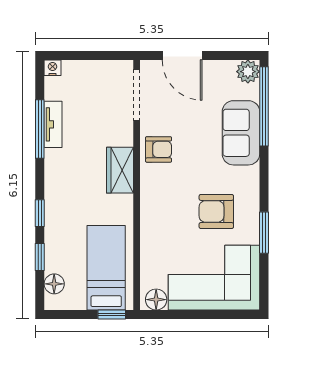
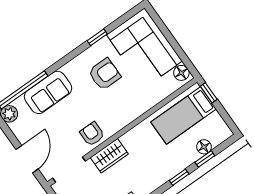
wardrobe: (120, 170) -> (109, 156), moved
armchair: (216, 211) -> (105, 74), turned -90
window: (264, 233) -> (97, 37), width x0.67
floor lamp: (54, 284) -> (204, 147), moved

